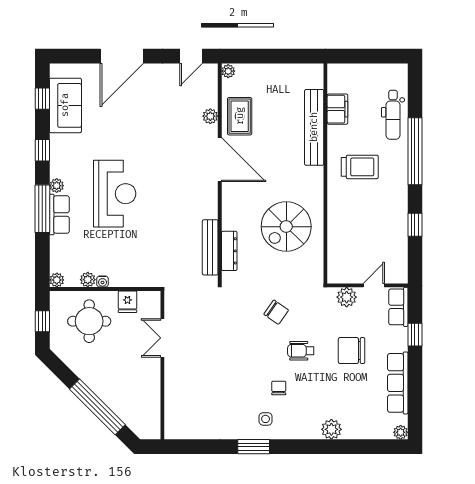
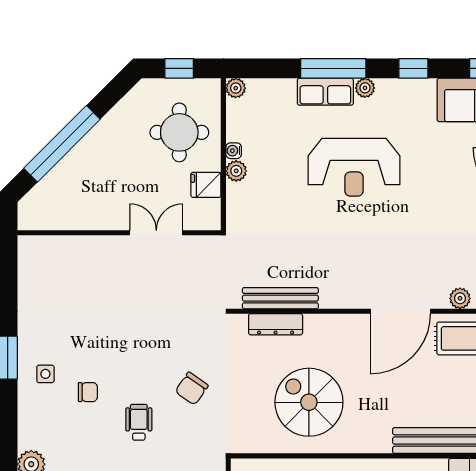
plant: (88, 280) -> (236, 171), moved

